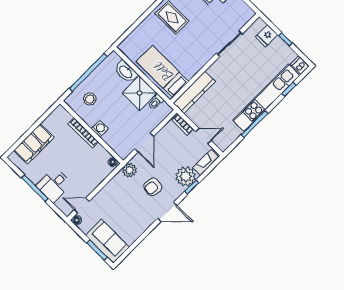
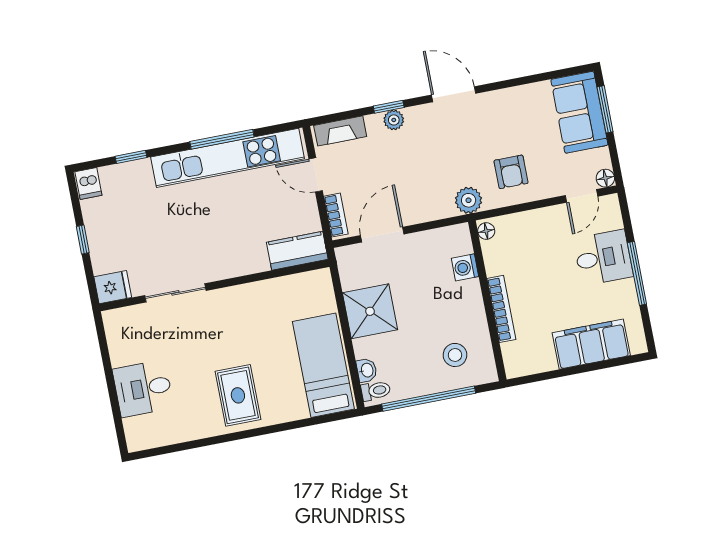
fridge: (267, 36) -> (113, 287), moved
bed: (163, 71) -> (323, 365), moved, turned 180
washbasin: (126, 72) -> (367, 370), width x0.52, depth x0.69
kitchen counter: (194, 92) -> (297, 251), width x0.67
kitchen unit: (266, 98) -> (228, 158), moved
toilet: (156, 102) -> (376, 391), moved
washing machine: (100, 129) -> (465, 267), moved
door: (144, 143) -> (382, 235), moved
plant: (186, 176) -> (394, 120), width x0.53, depth x0.53
armchair: (153, 187) -> (511, 172), moved, turned 83
door: (82, 205) -> (582, 196), hinge flipped

